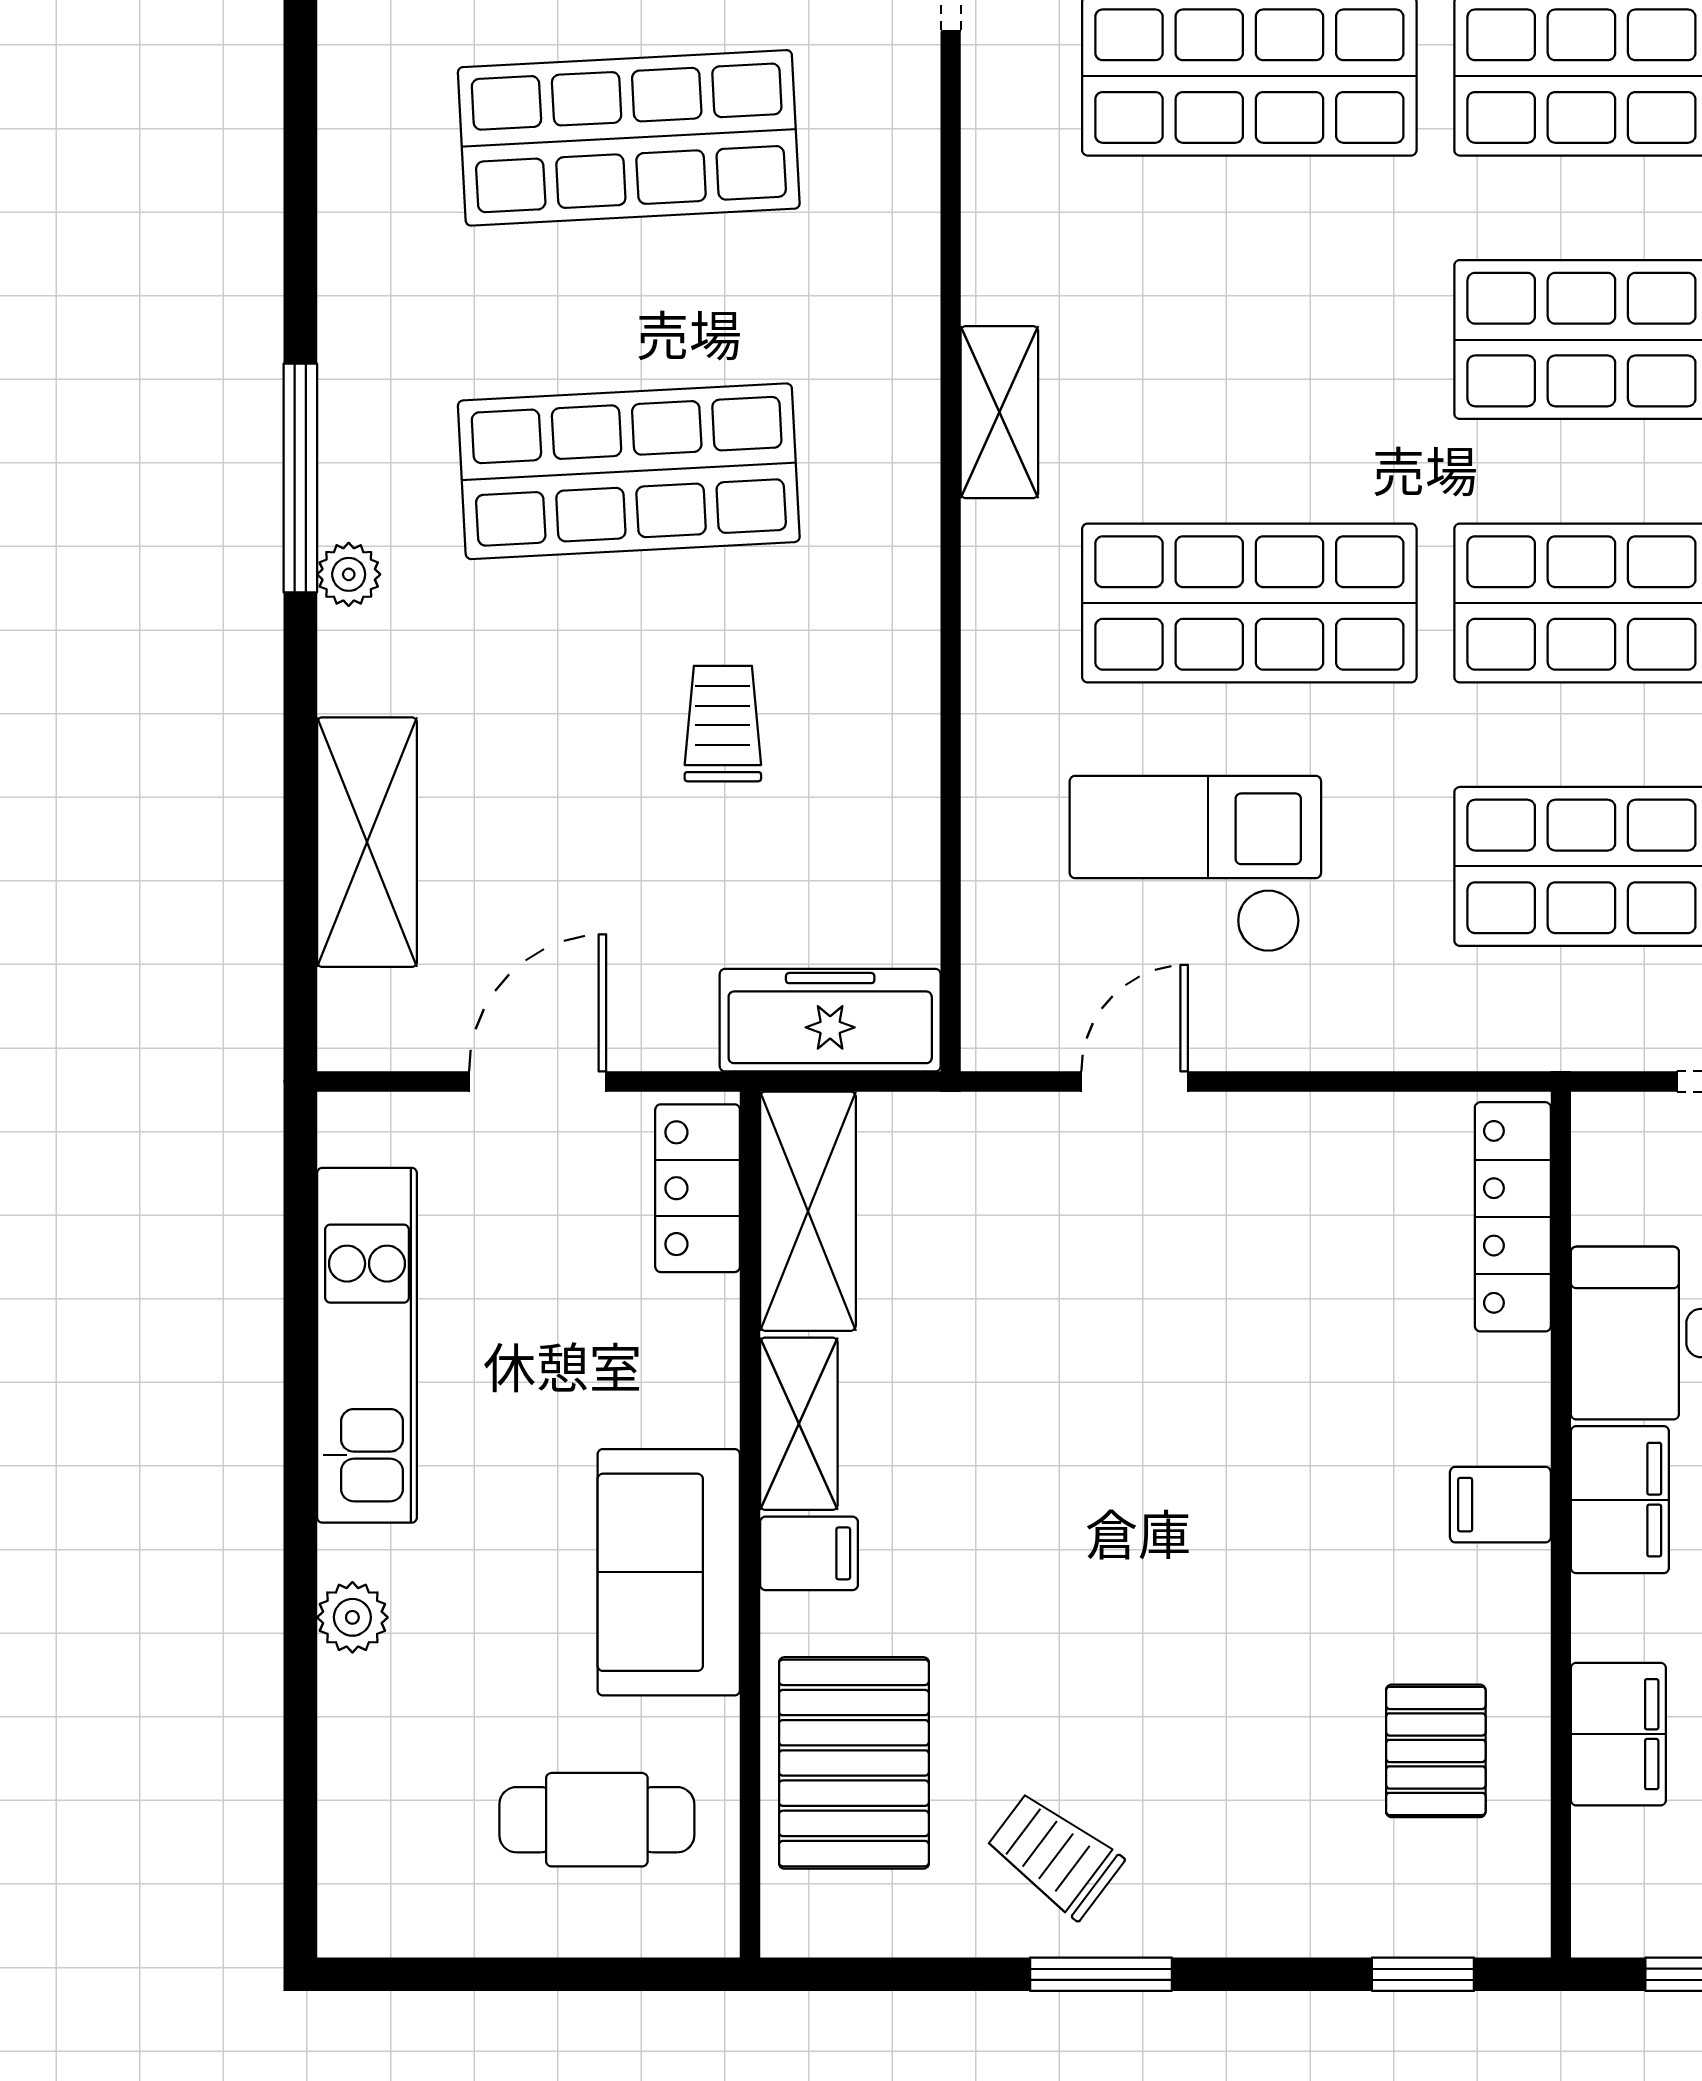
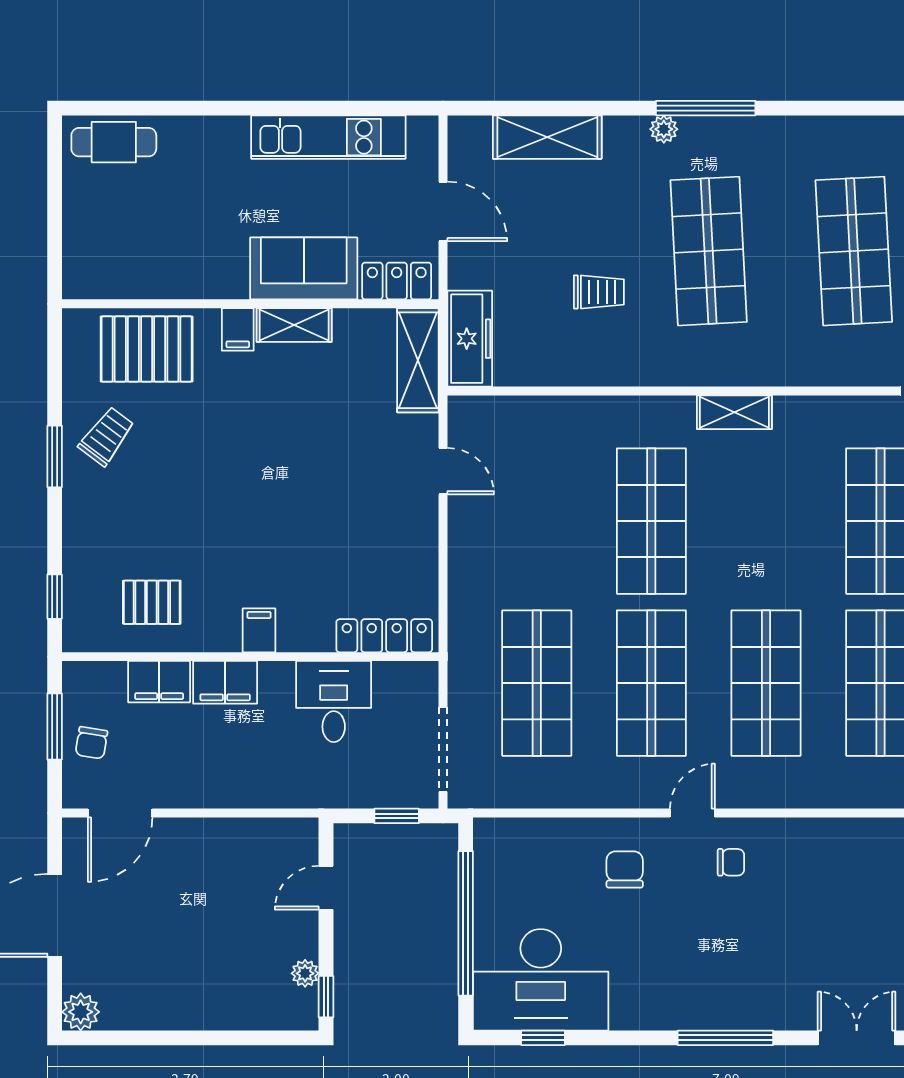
checkout: (1195, 864) -> (538, 498), removed
shelving: (808, 1211) -> (418, 360), moved, turned 90
filing cabinet: (1620, 1500) -> (225, 682), moved
sofa: (669, 1572) -> (304, 268), moved
plant: (352, 1617) -> (210, 131), removed
cafe table: (597, 1820) -> (114, 142), moved, turned 90

